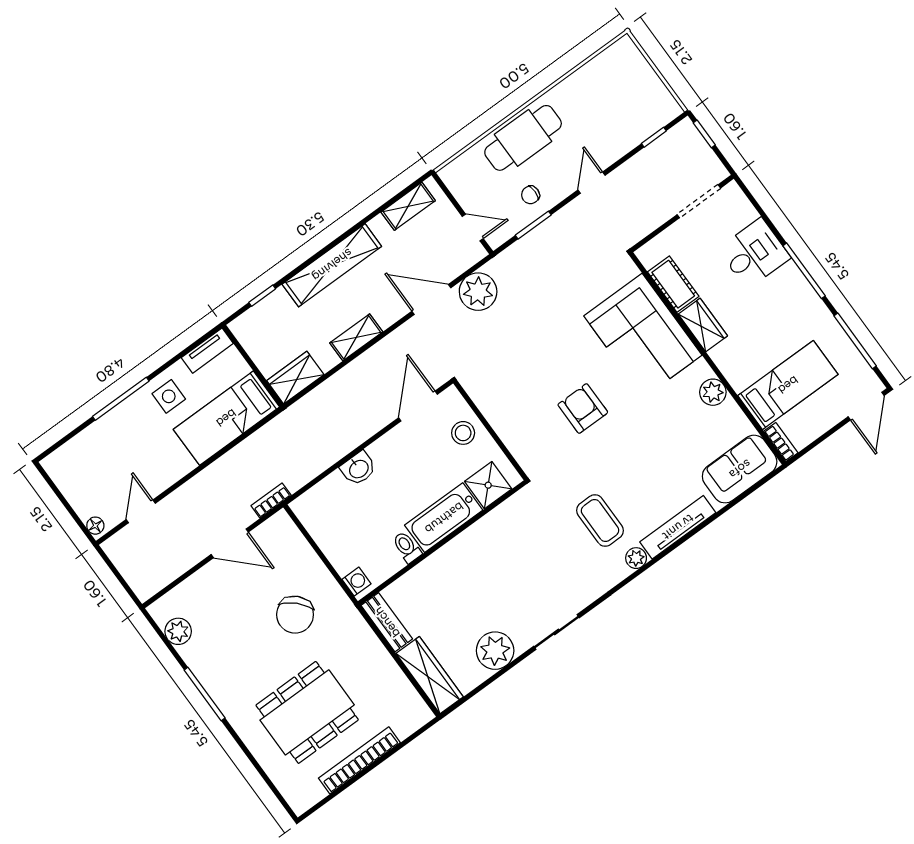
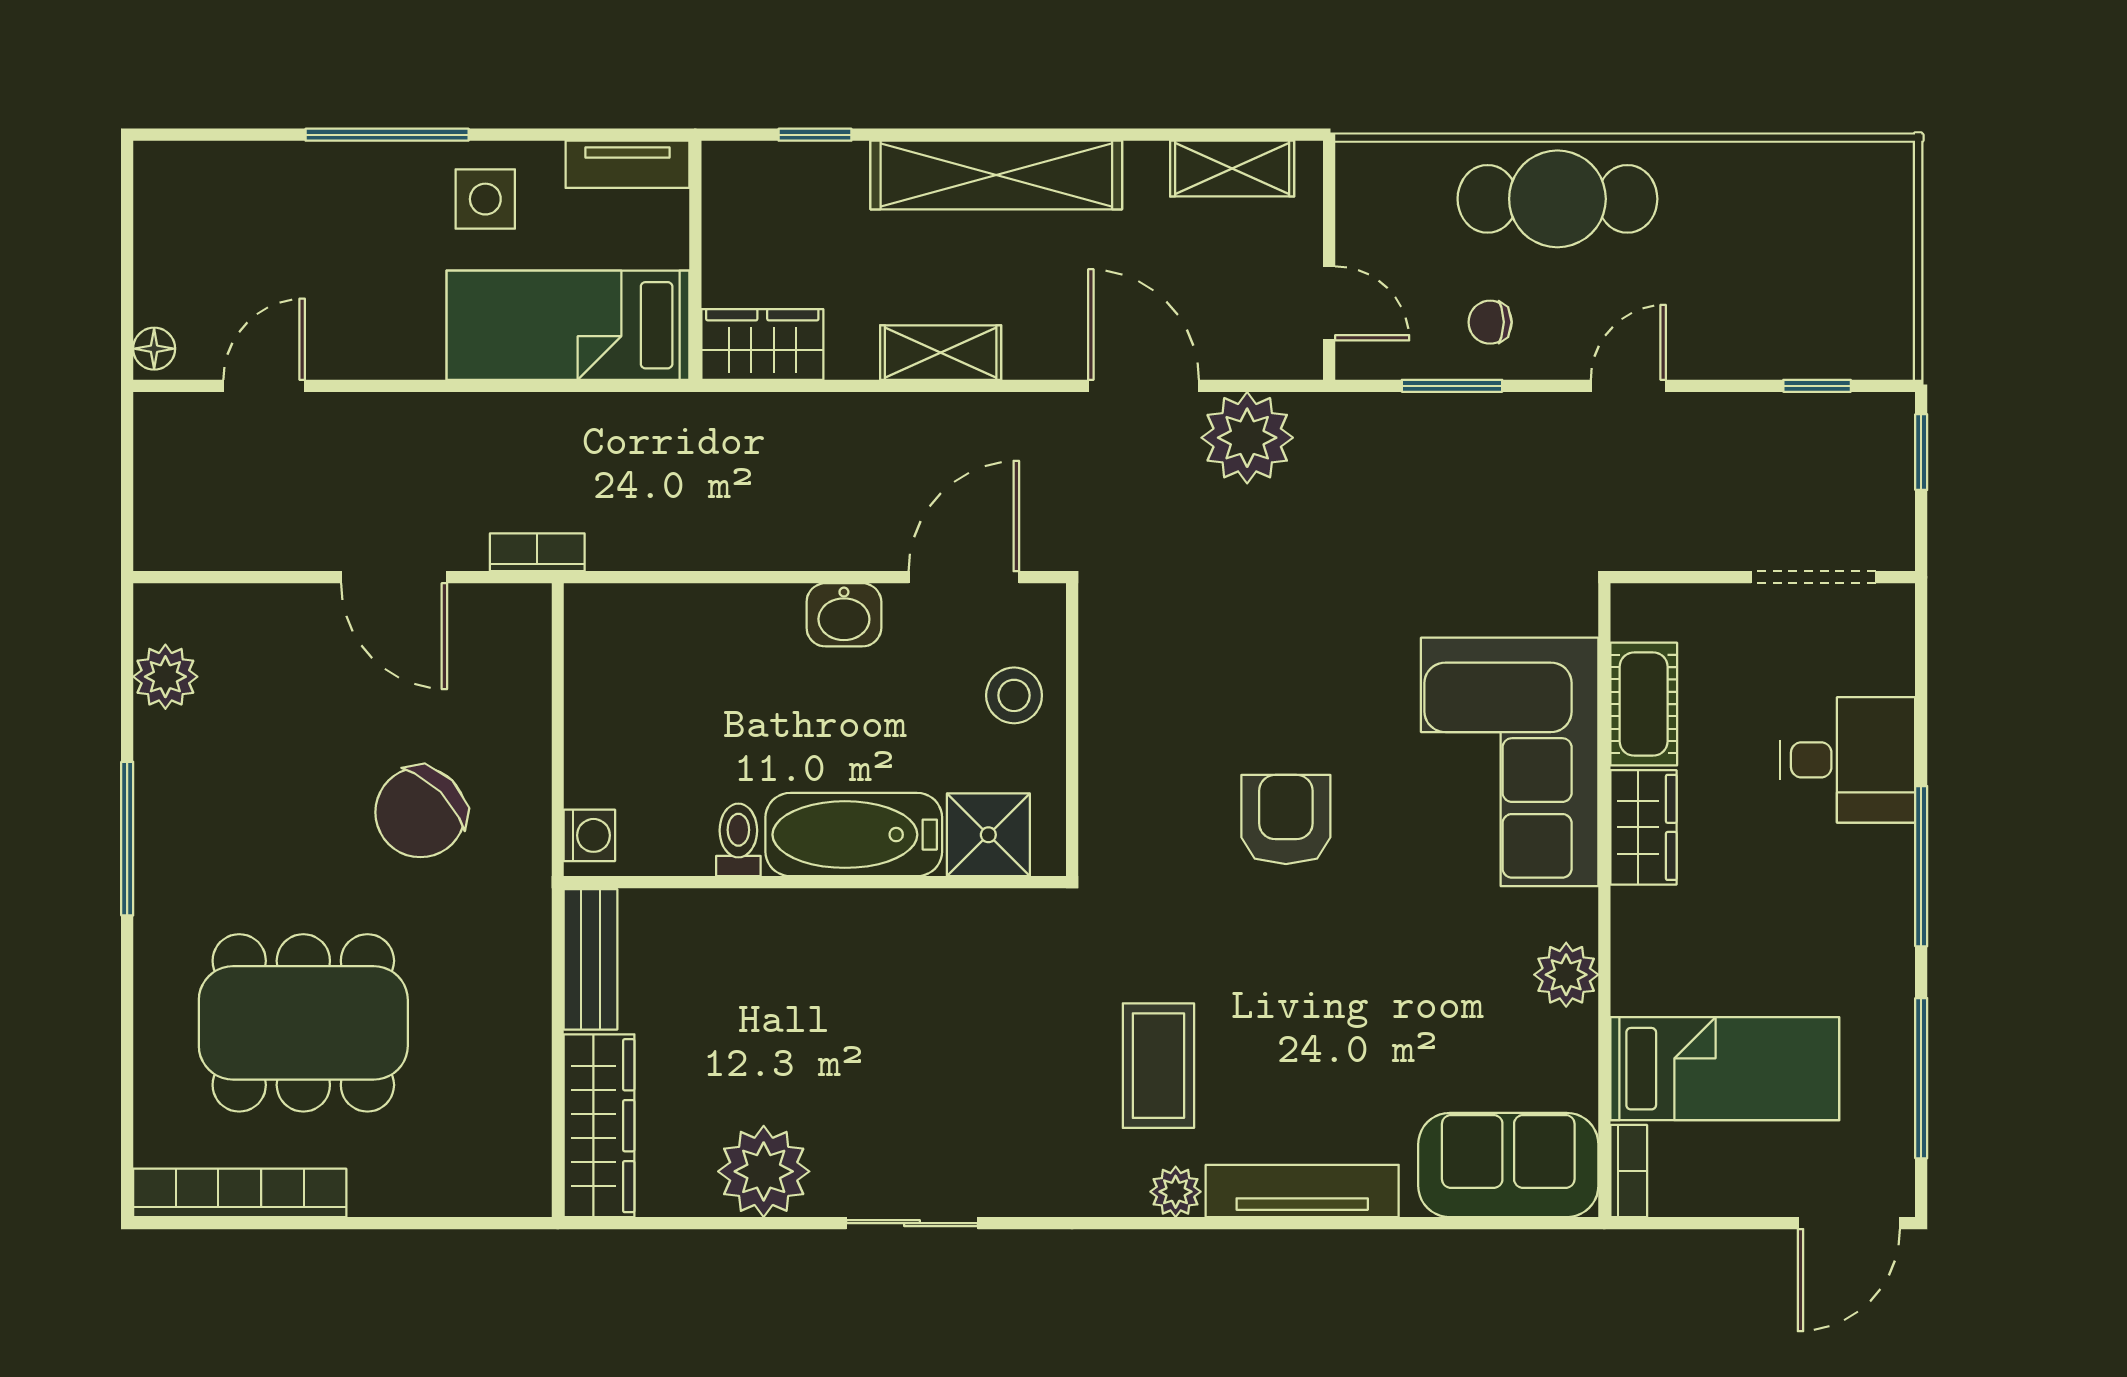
washbasin: (358, 468) -> (844, 615), moved
bookcase: (359, 760) -> (240, 1193), moved

